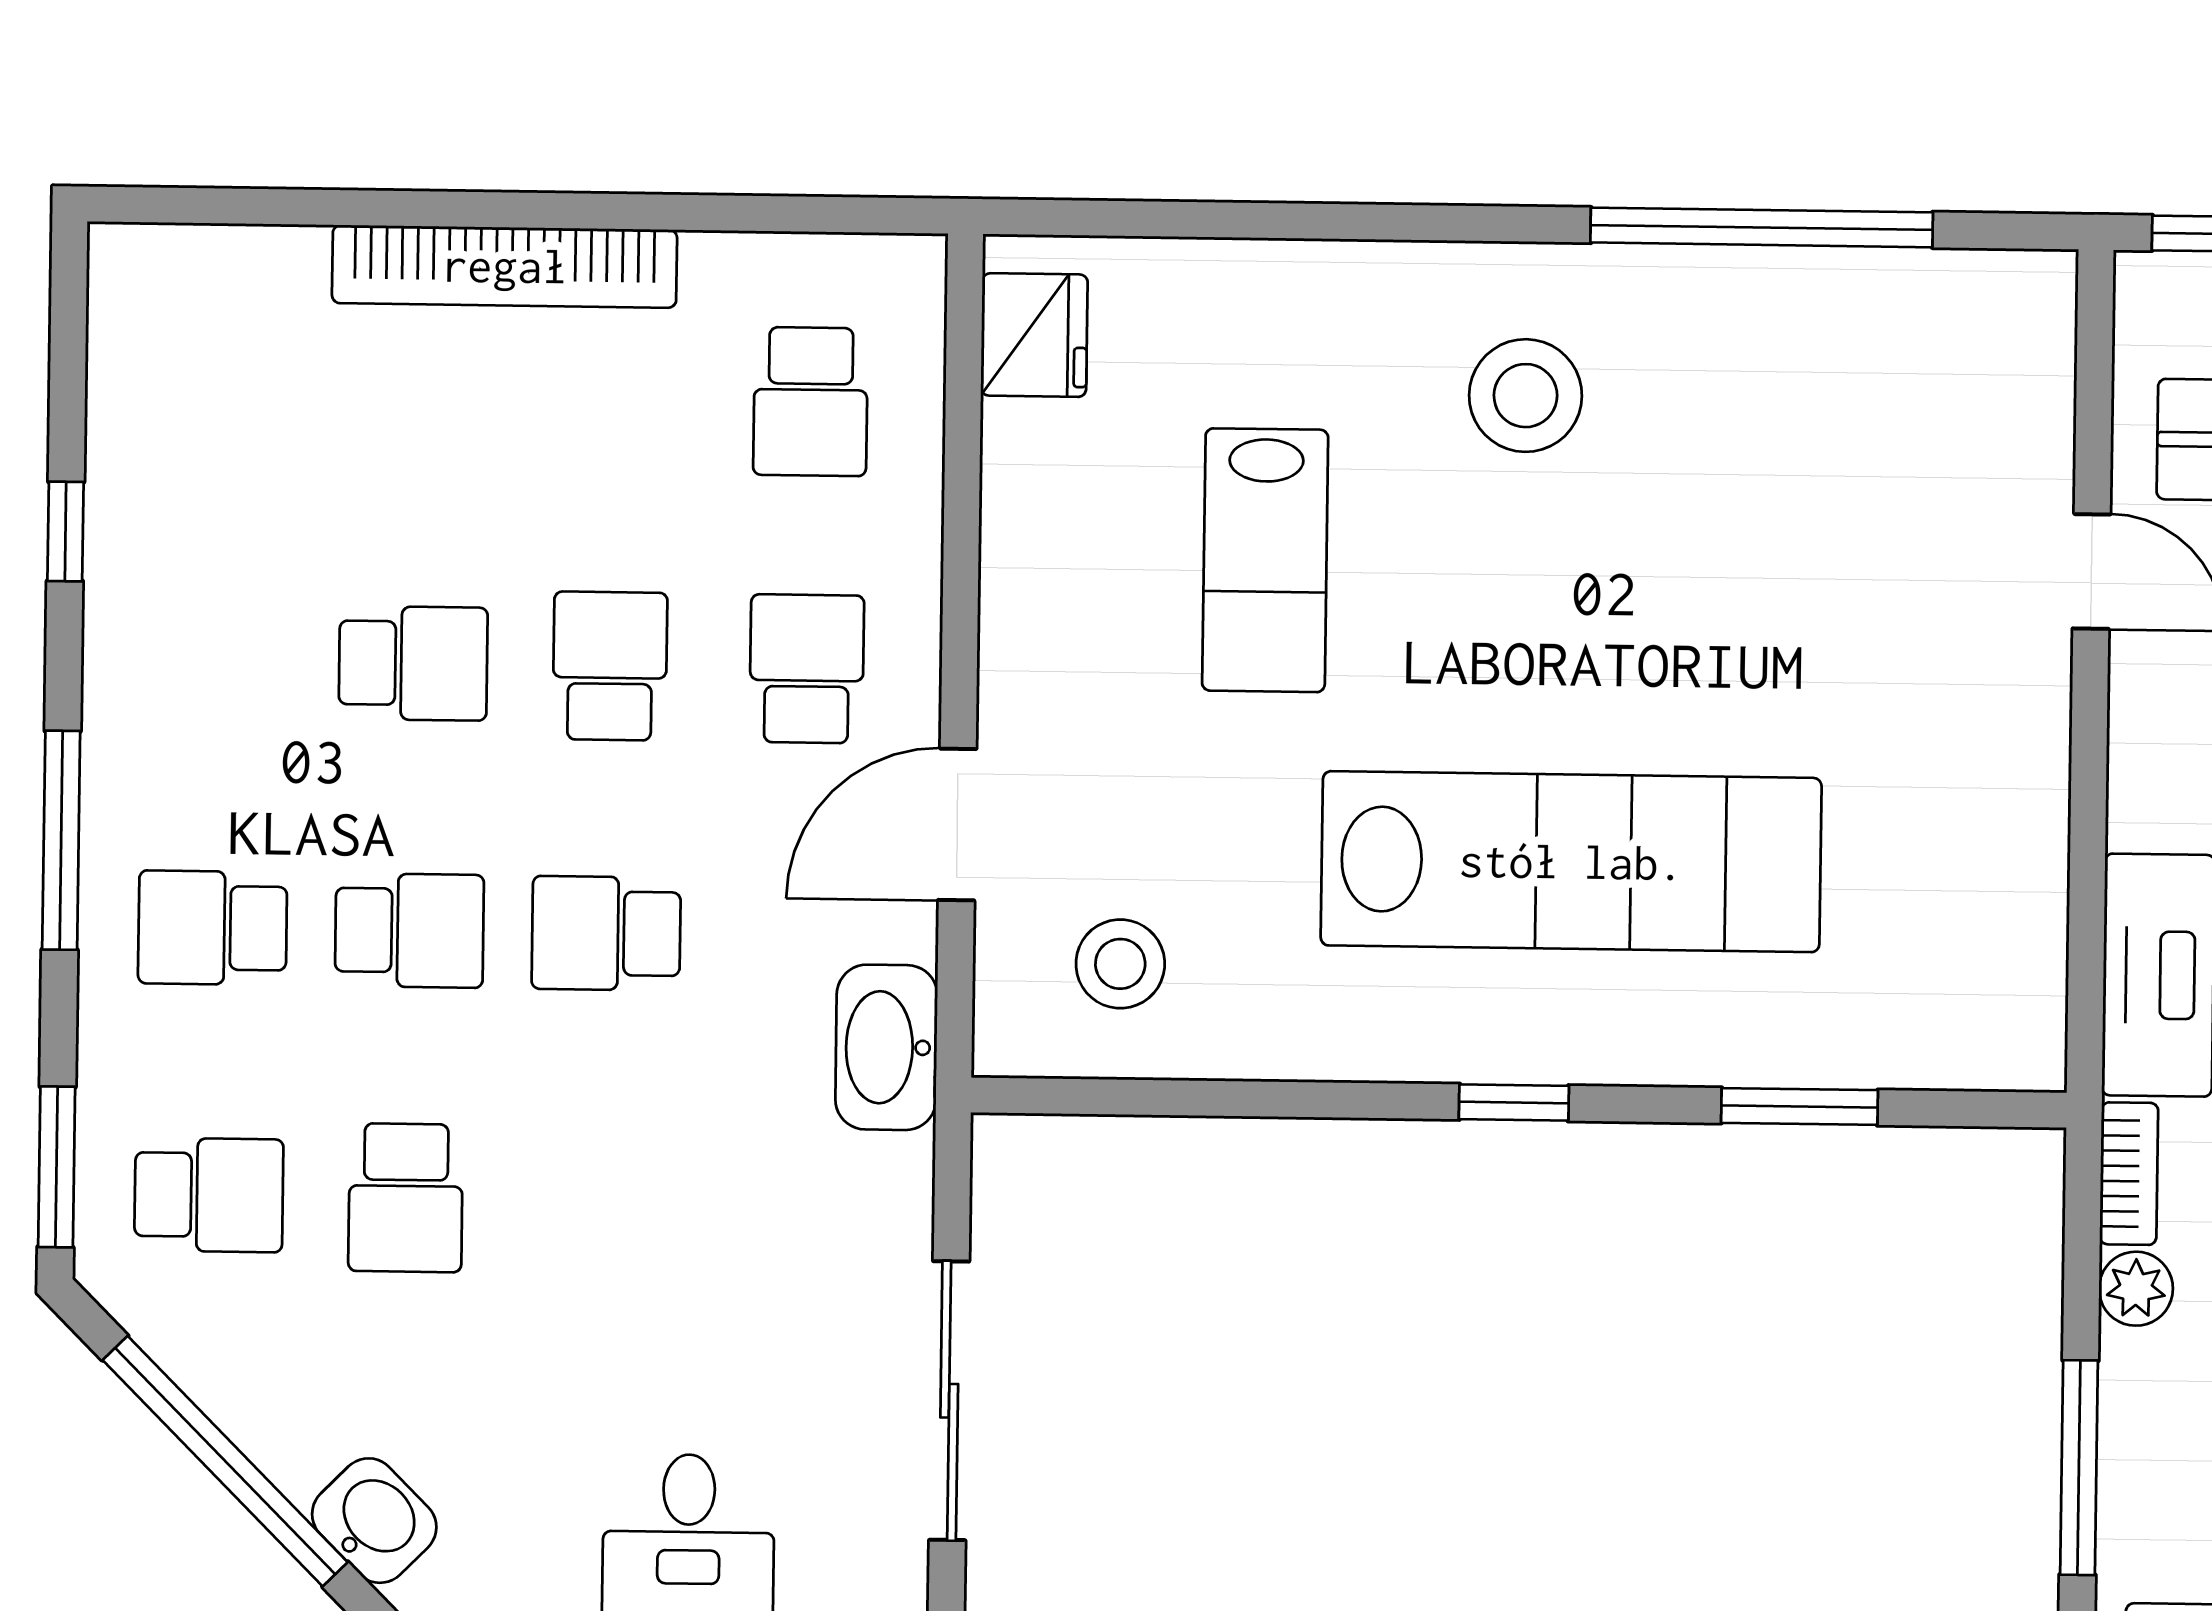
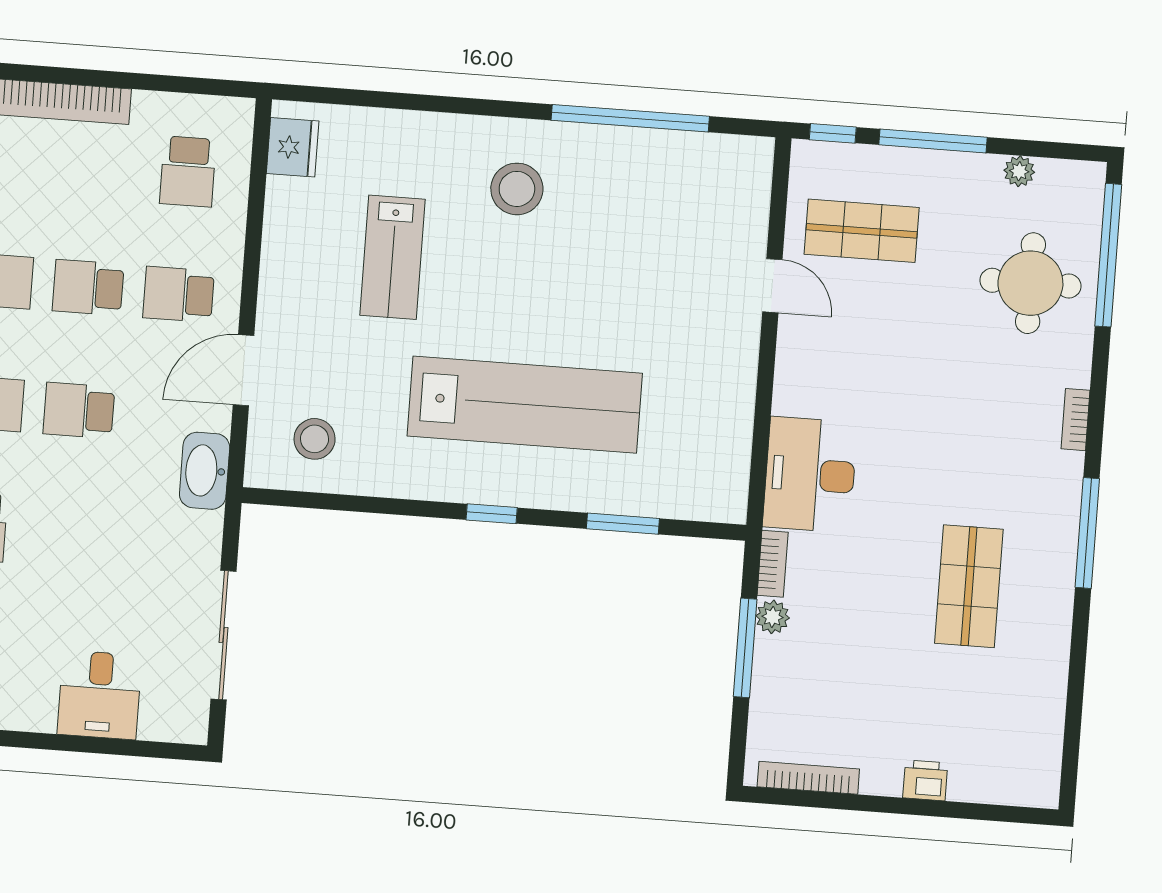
school desk: (610, 666) -> (88, 288), turned -90
school desk: (807, 669) -> (179, 294), turned -90
window: (2079, 1468) -> (745, 648), moved

